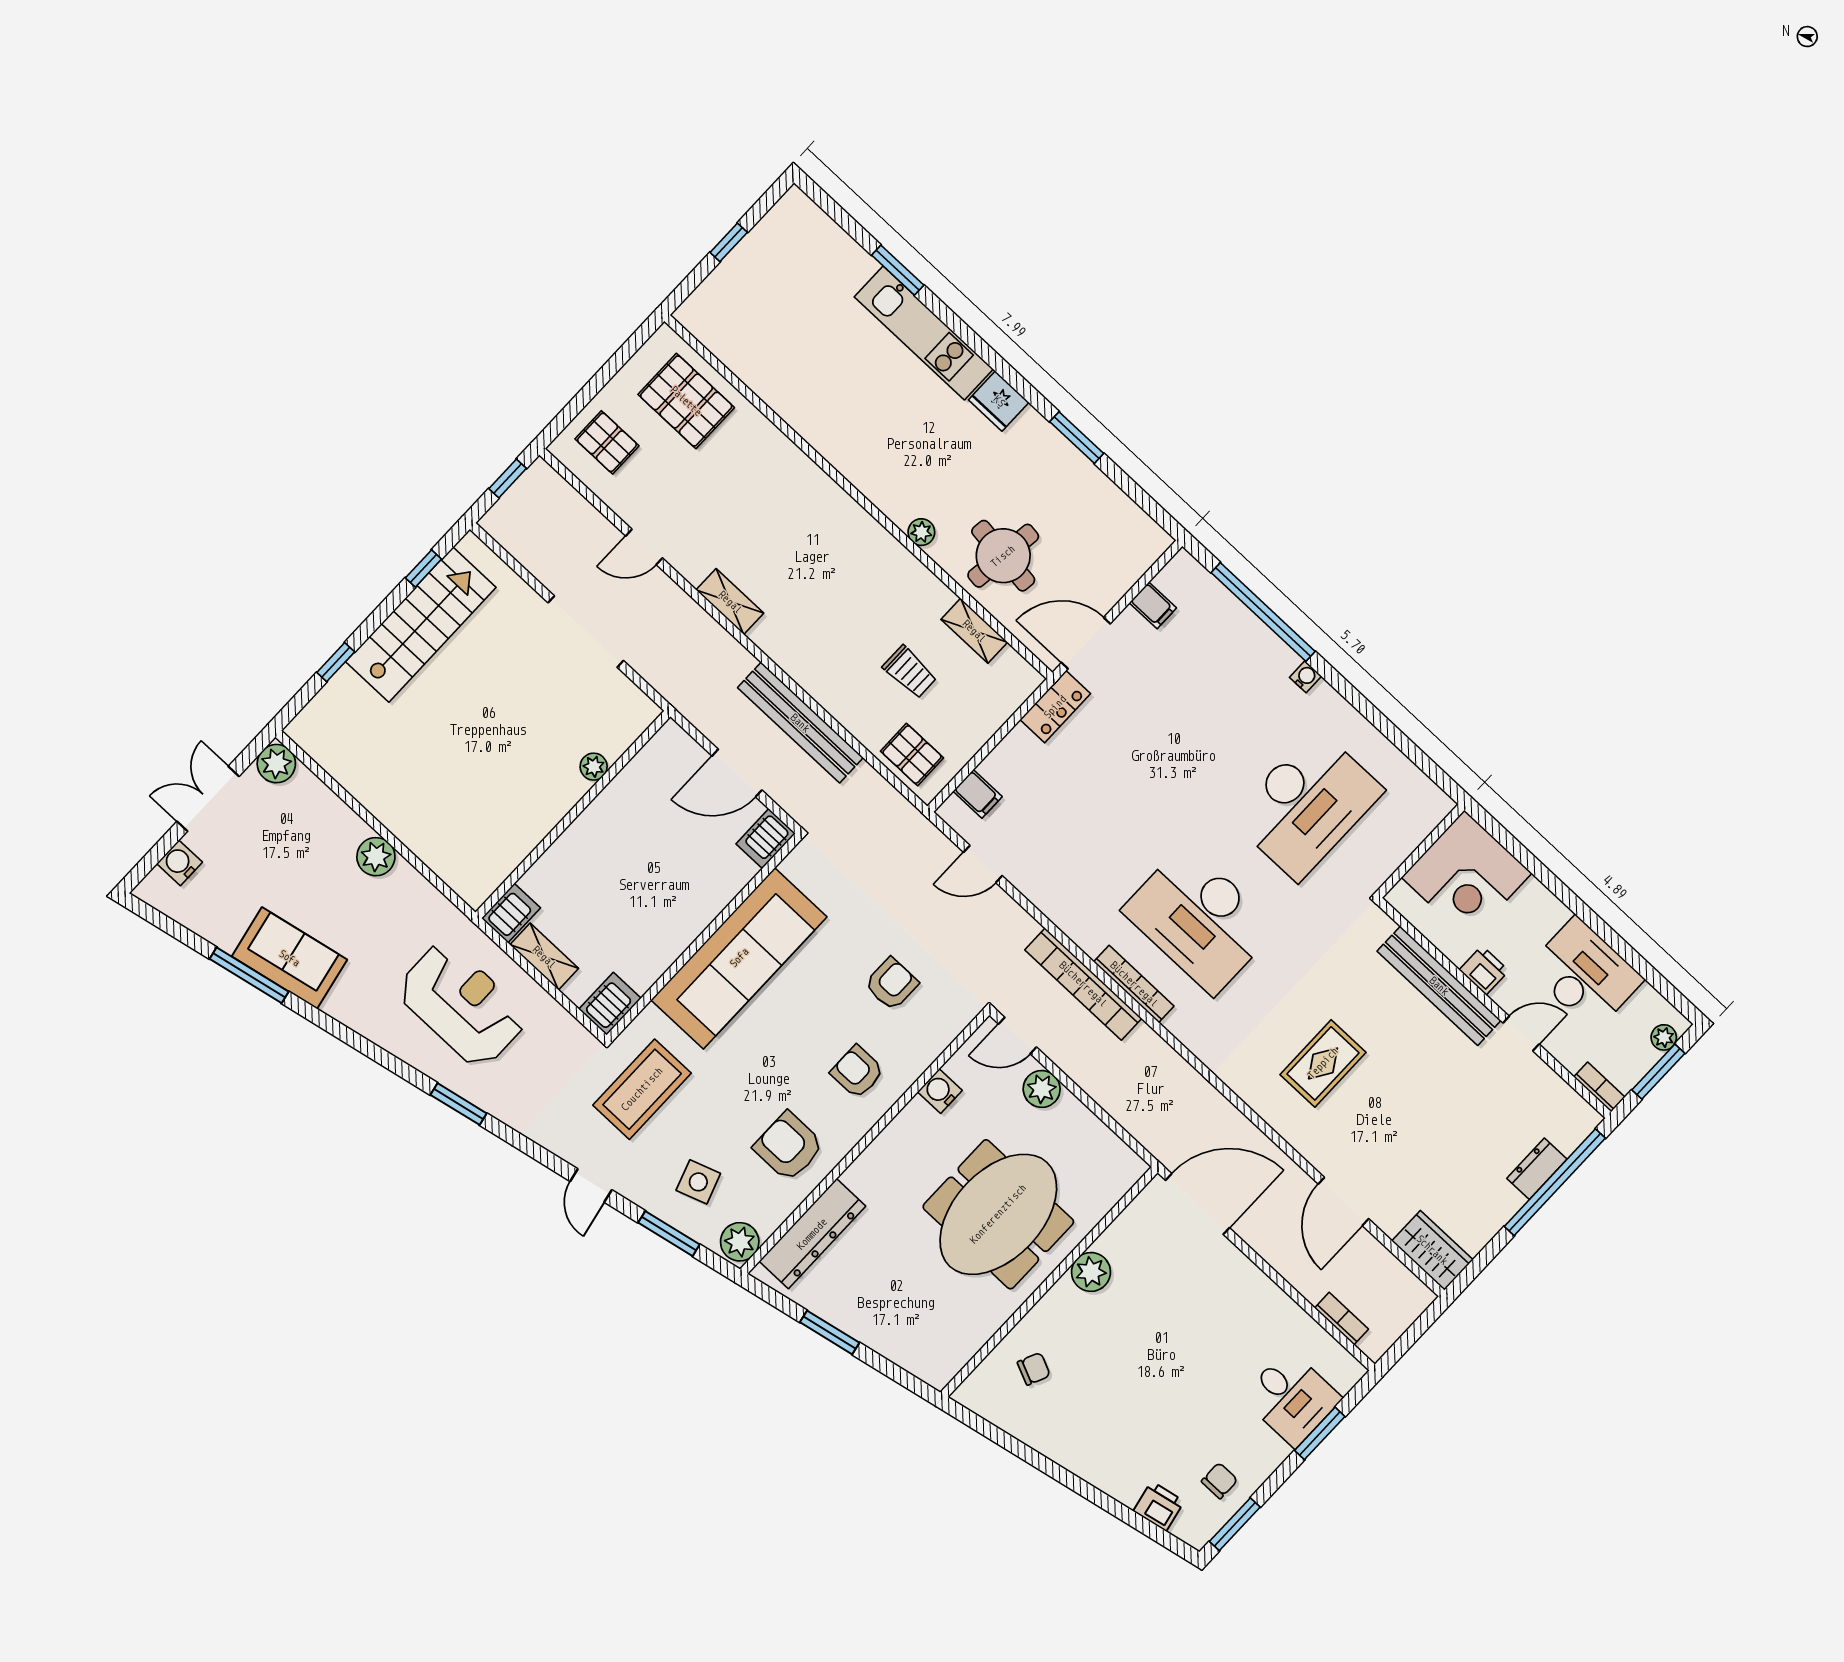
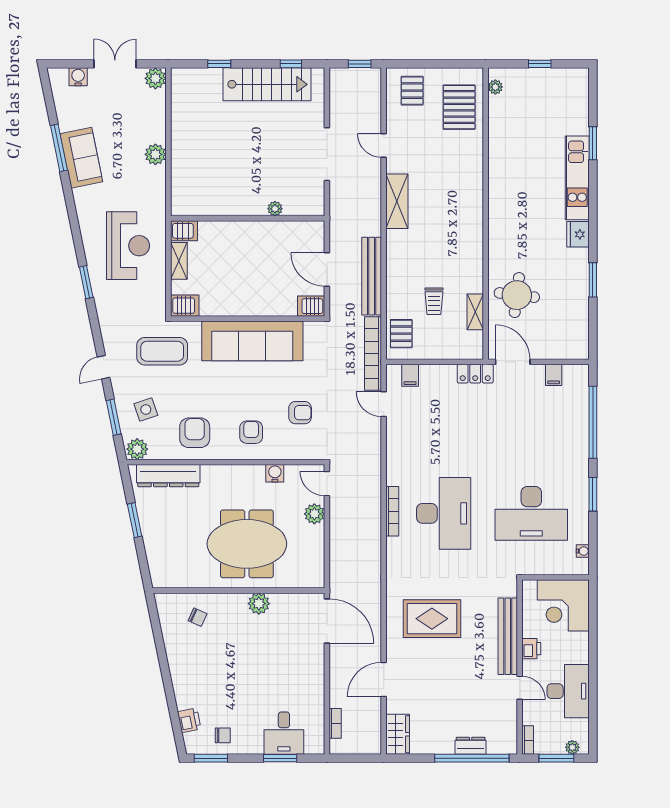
plant: (921, 532) -> (495, 87), moved
shelving: (730, 602) -> (397, 201), width x1.50, depth x1.33
water cooler: (1306, 677) -> (583, 551), moved
window: (1357, 700) -> (593, 494), added
desk: (1200, 919) -> (444, 513), turned 180
bookcase: (1083, 984) -> (373, 353), moved
rug: (1323, 1063) -> (432, 619), width x1.36, depth x1.43

